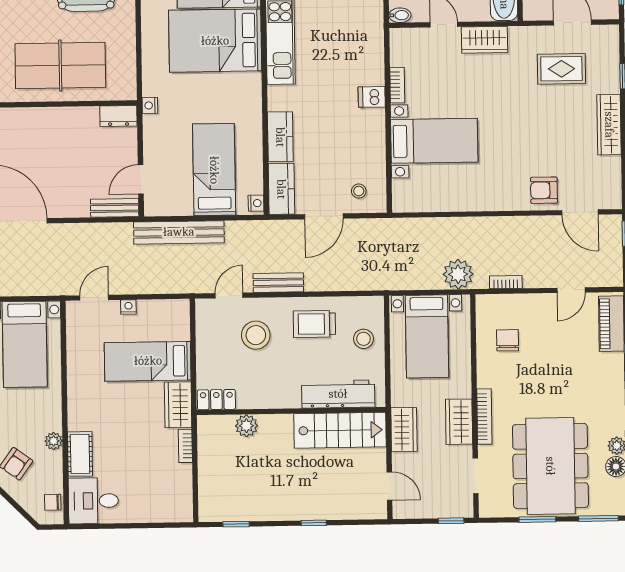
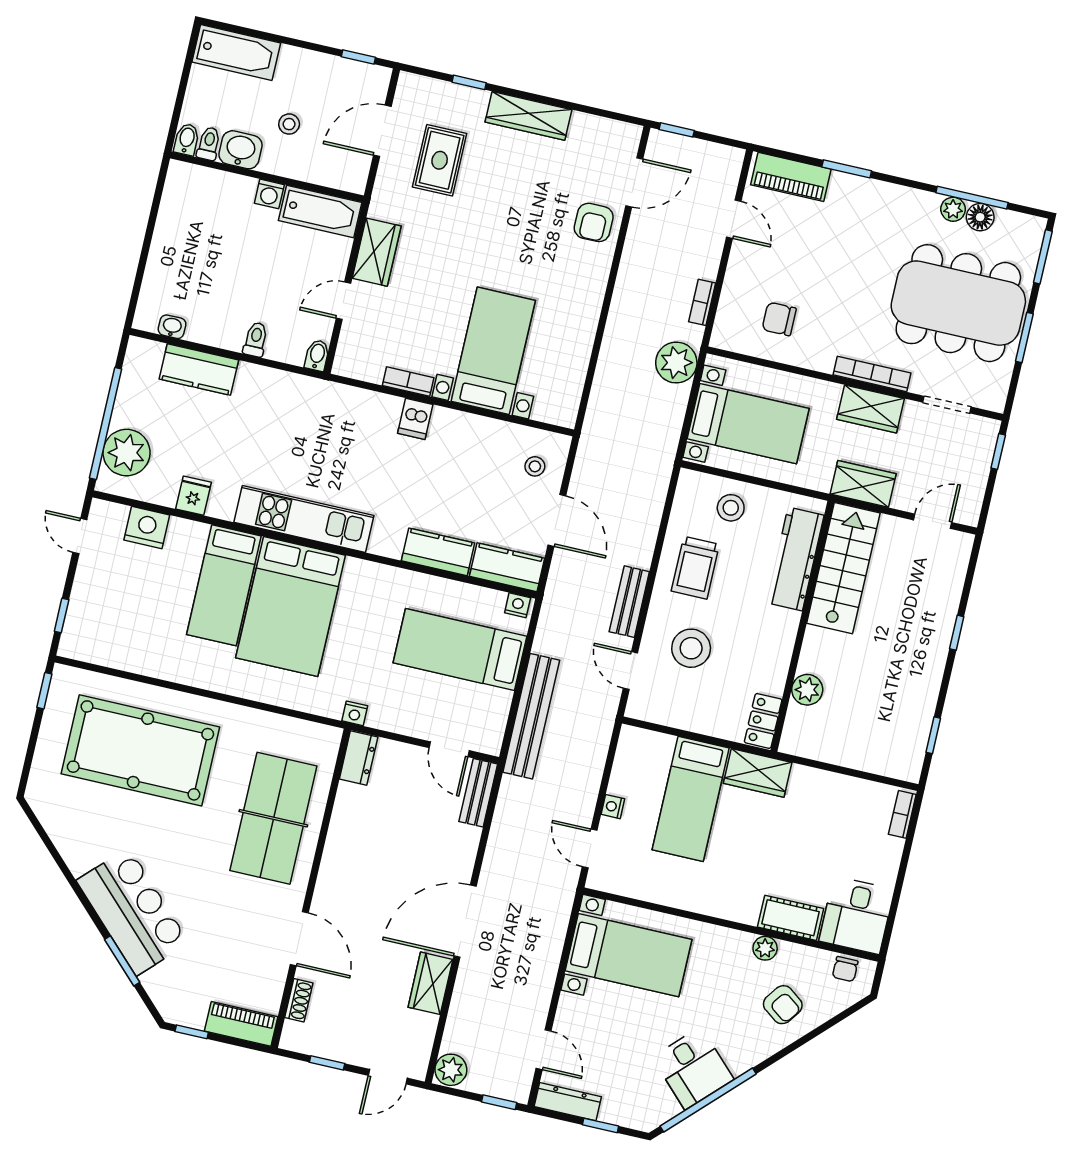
bookcase: (185, 446) -> (902, 814), moved, turned 90

